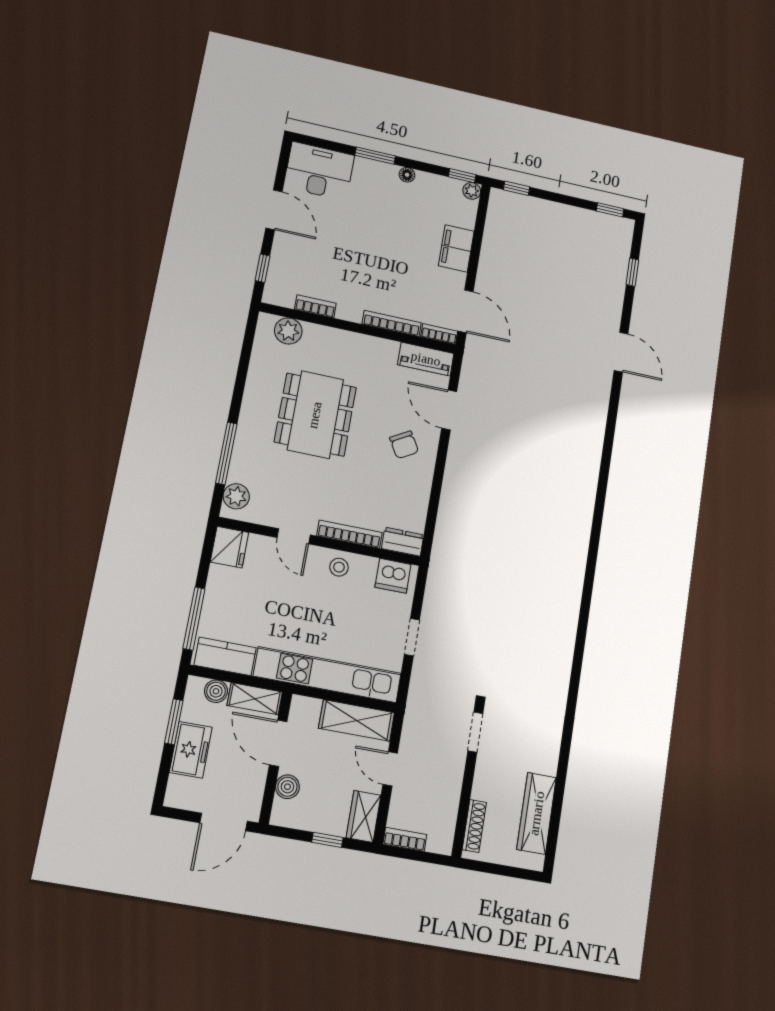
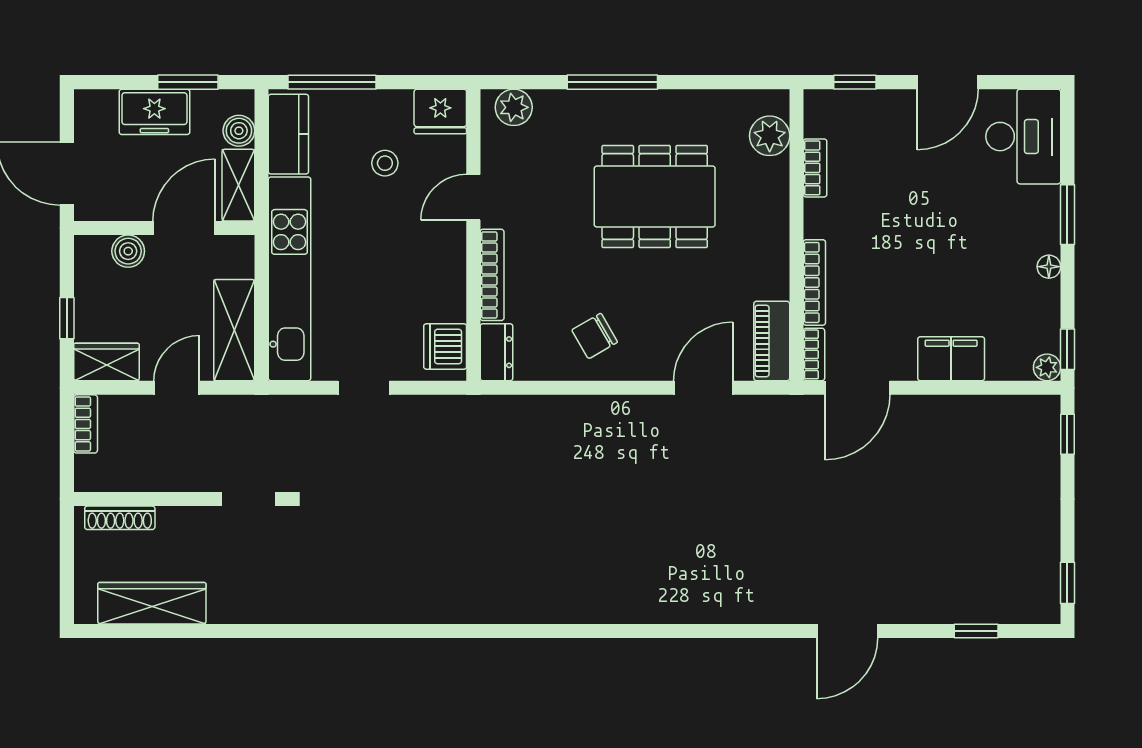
chair: (404, 445) -> (595, 336), moved
window: (226, 453) -> (612, 82), moved
stool: (339, 567) -> (385, 163), moved

